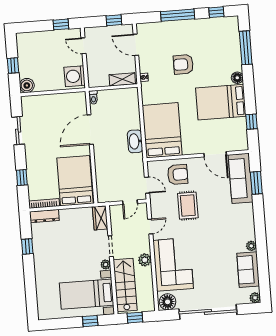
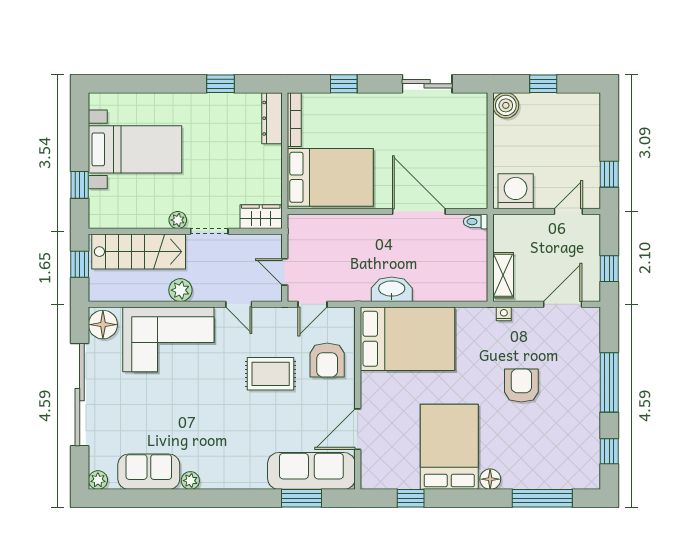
bed with nightstands: (87, 294) -> (135, 149), moved, turned 90

